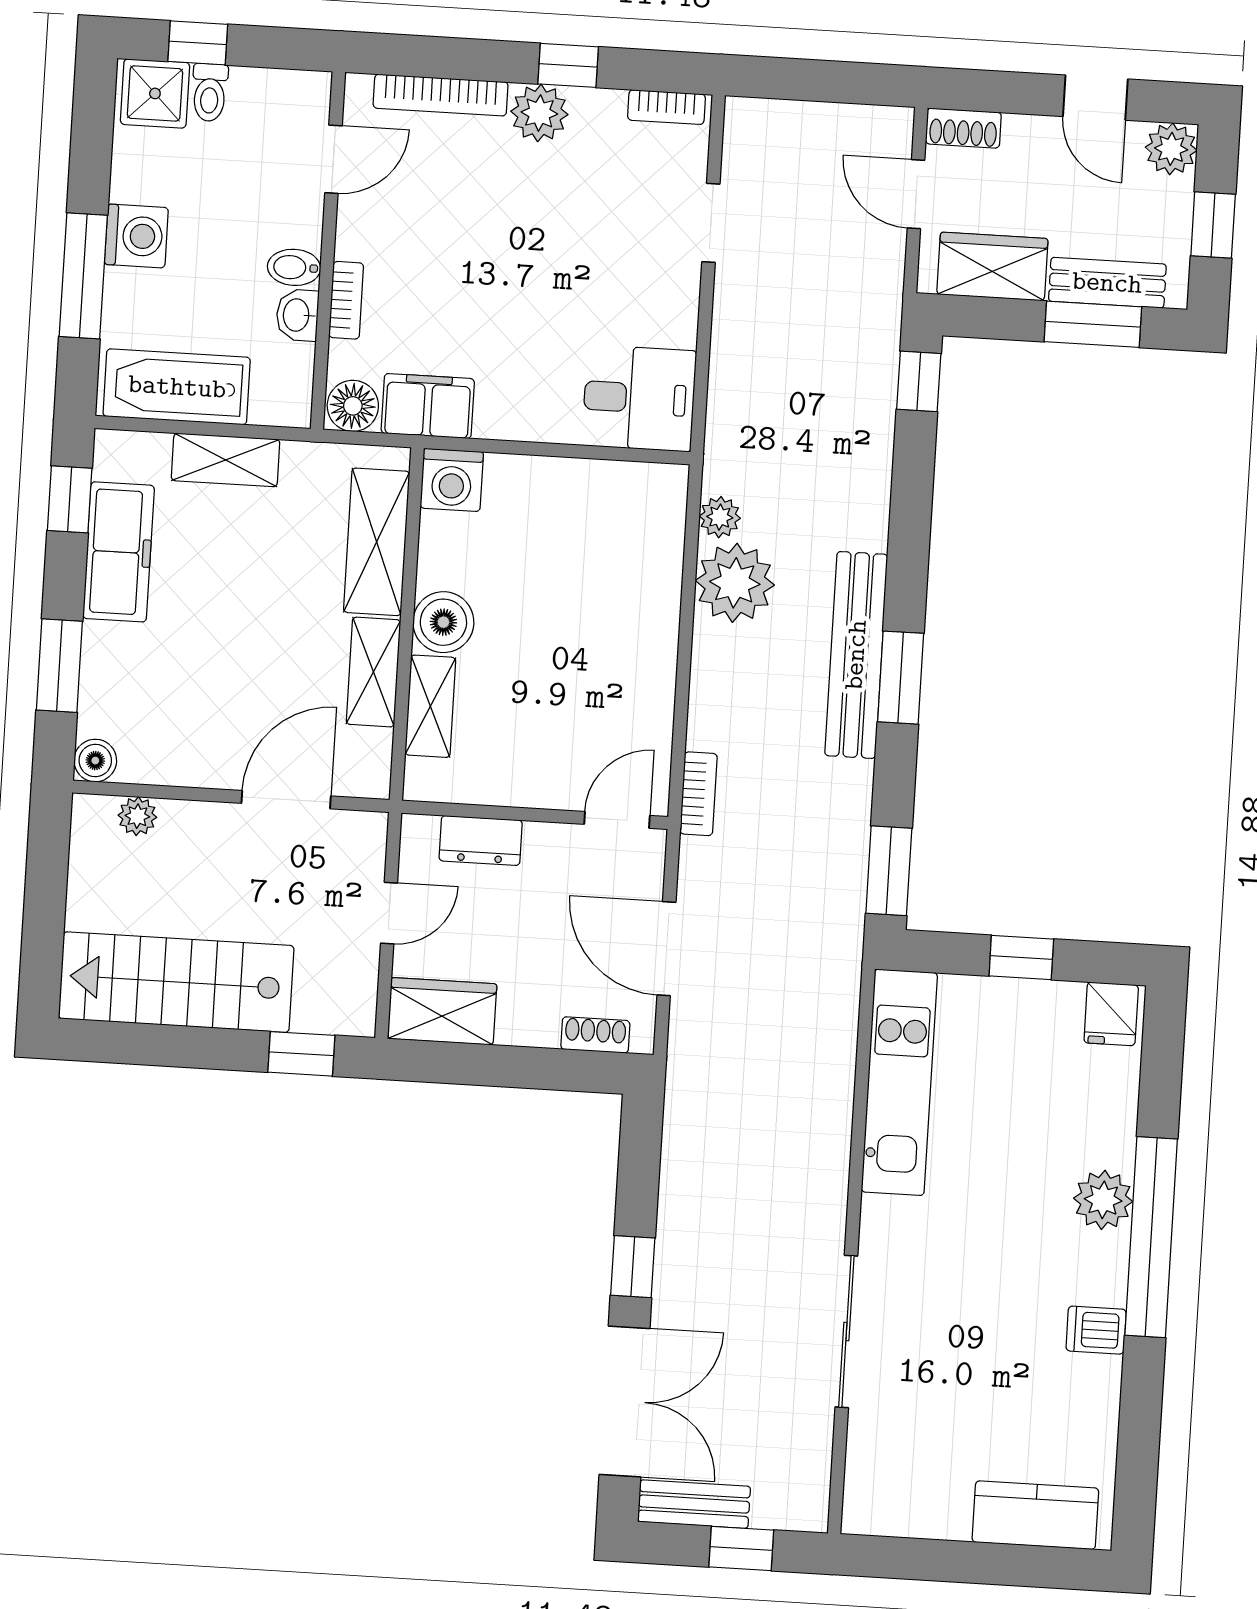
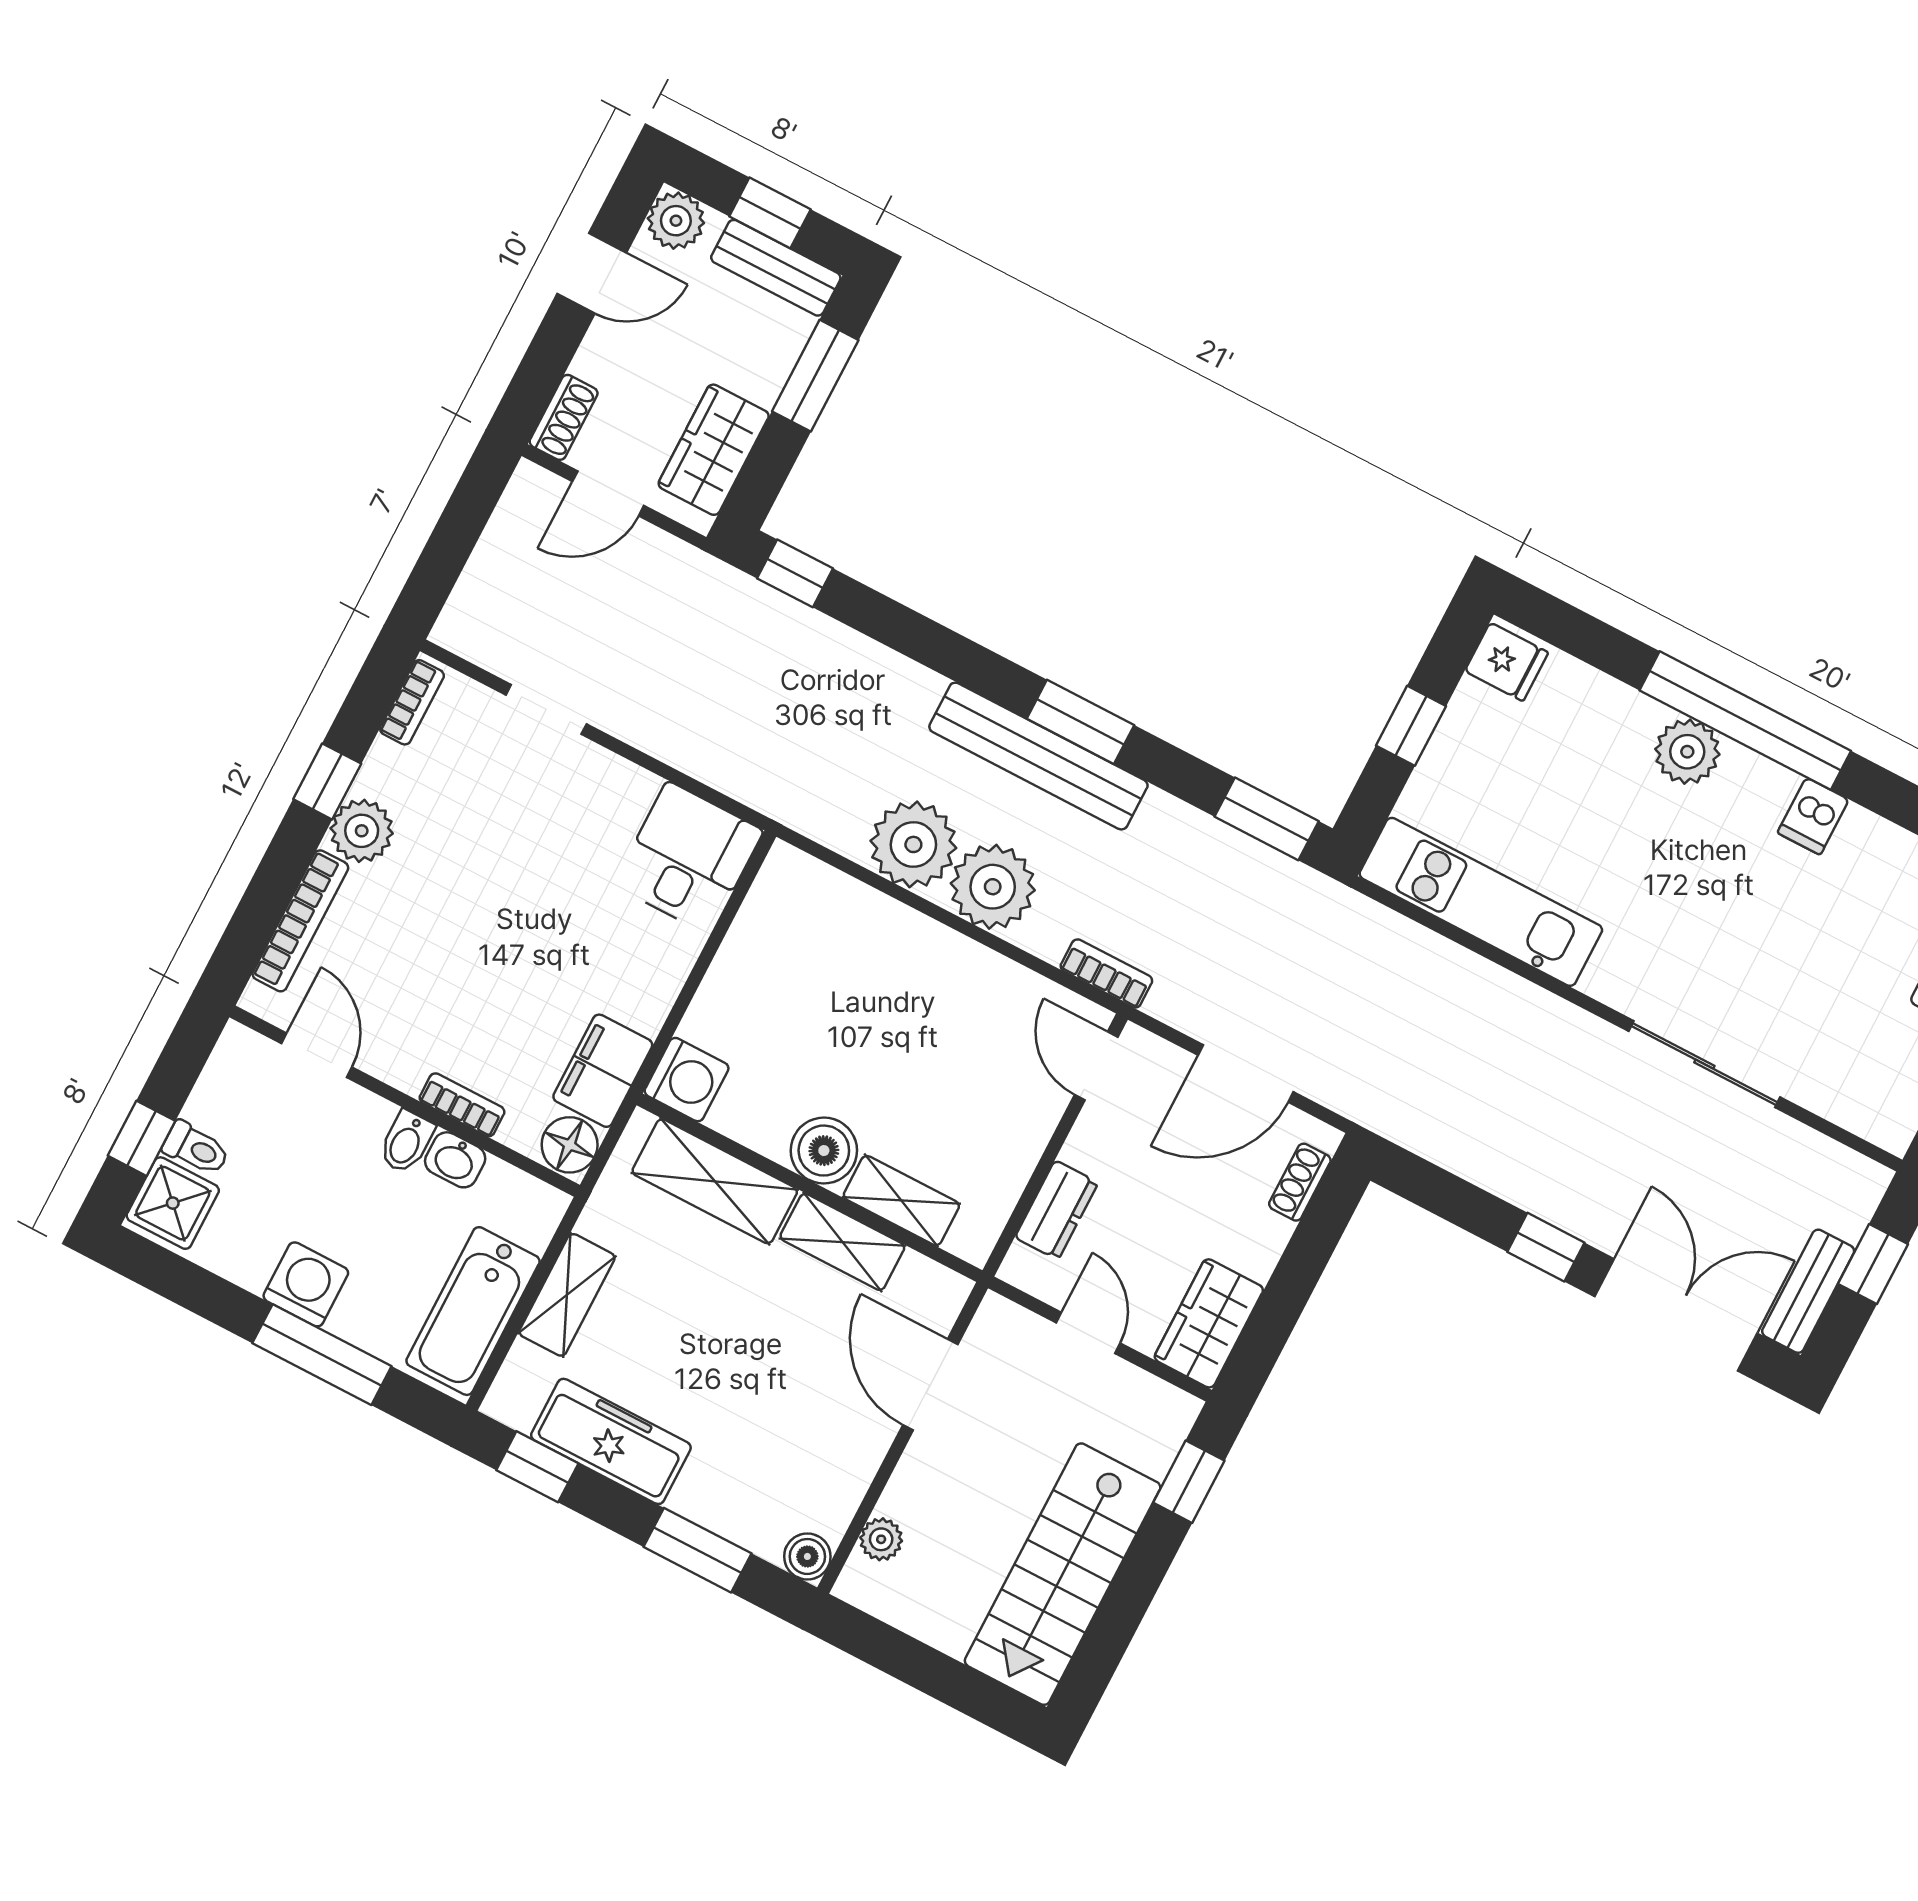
bench: (1107, 283) -> (776, 268), moved, turned 90
plant: (720, 517) -> (993, 887), moved, width x1.88, depth x1.88

